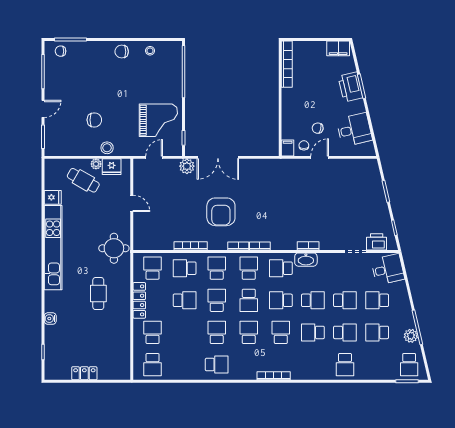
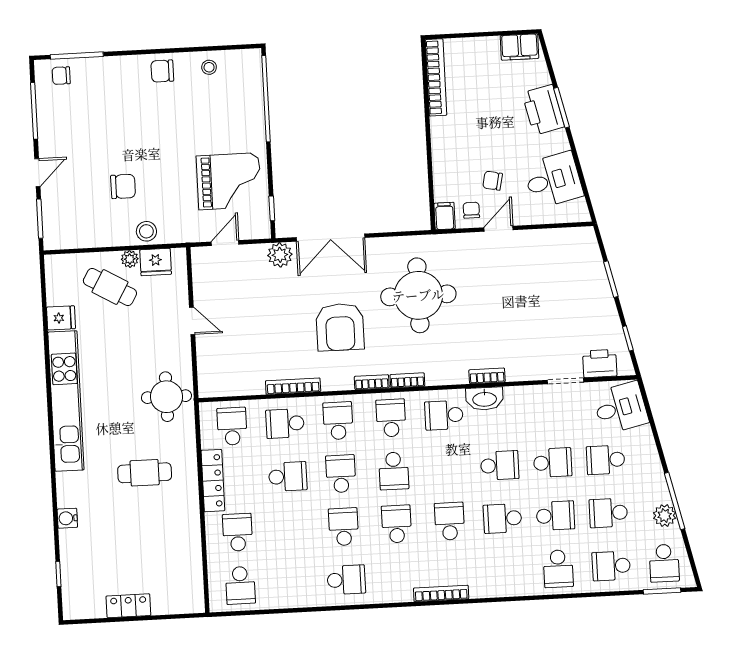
round table: (269, 195) -> (418, 295), added
cafe table: (98, 294) -> (145, 473), turned 90
school desk: (281, 300) -> (611, 566), moved

